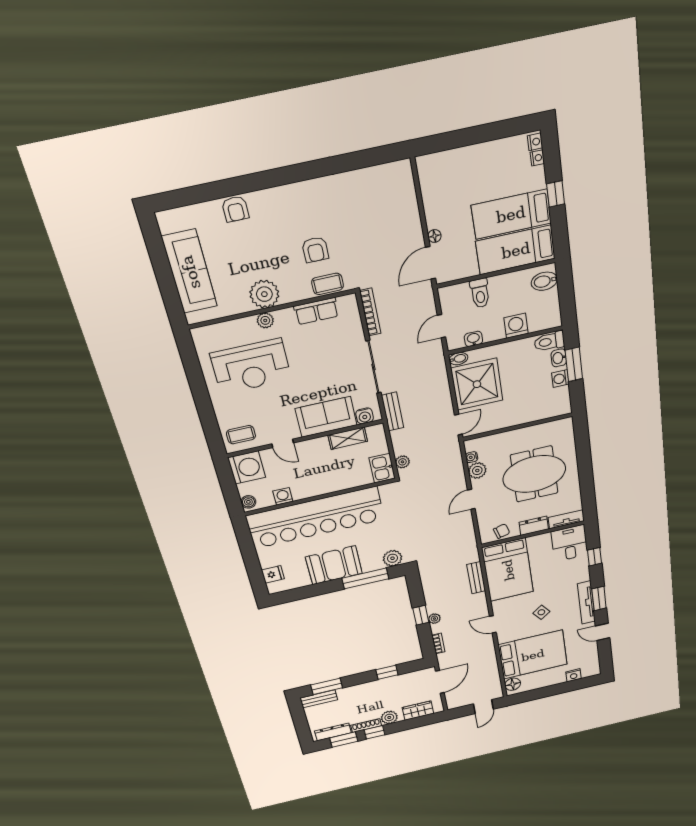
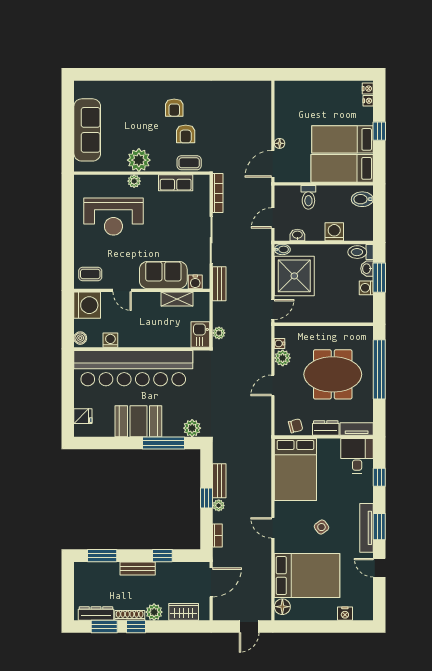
armchair: (235, 209) -> (174, 108), moved
window: (584, 458) -> (379, 369), added
bench: (476, 578) -> (219, 481), moved
bench: (319, 699) -> (138, 568), moved

